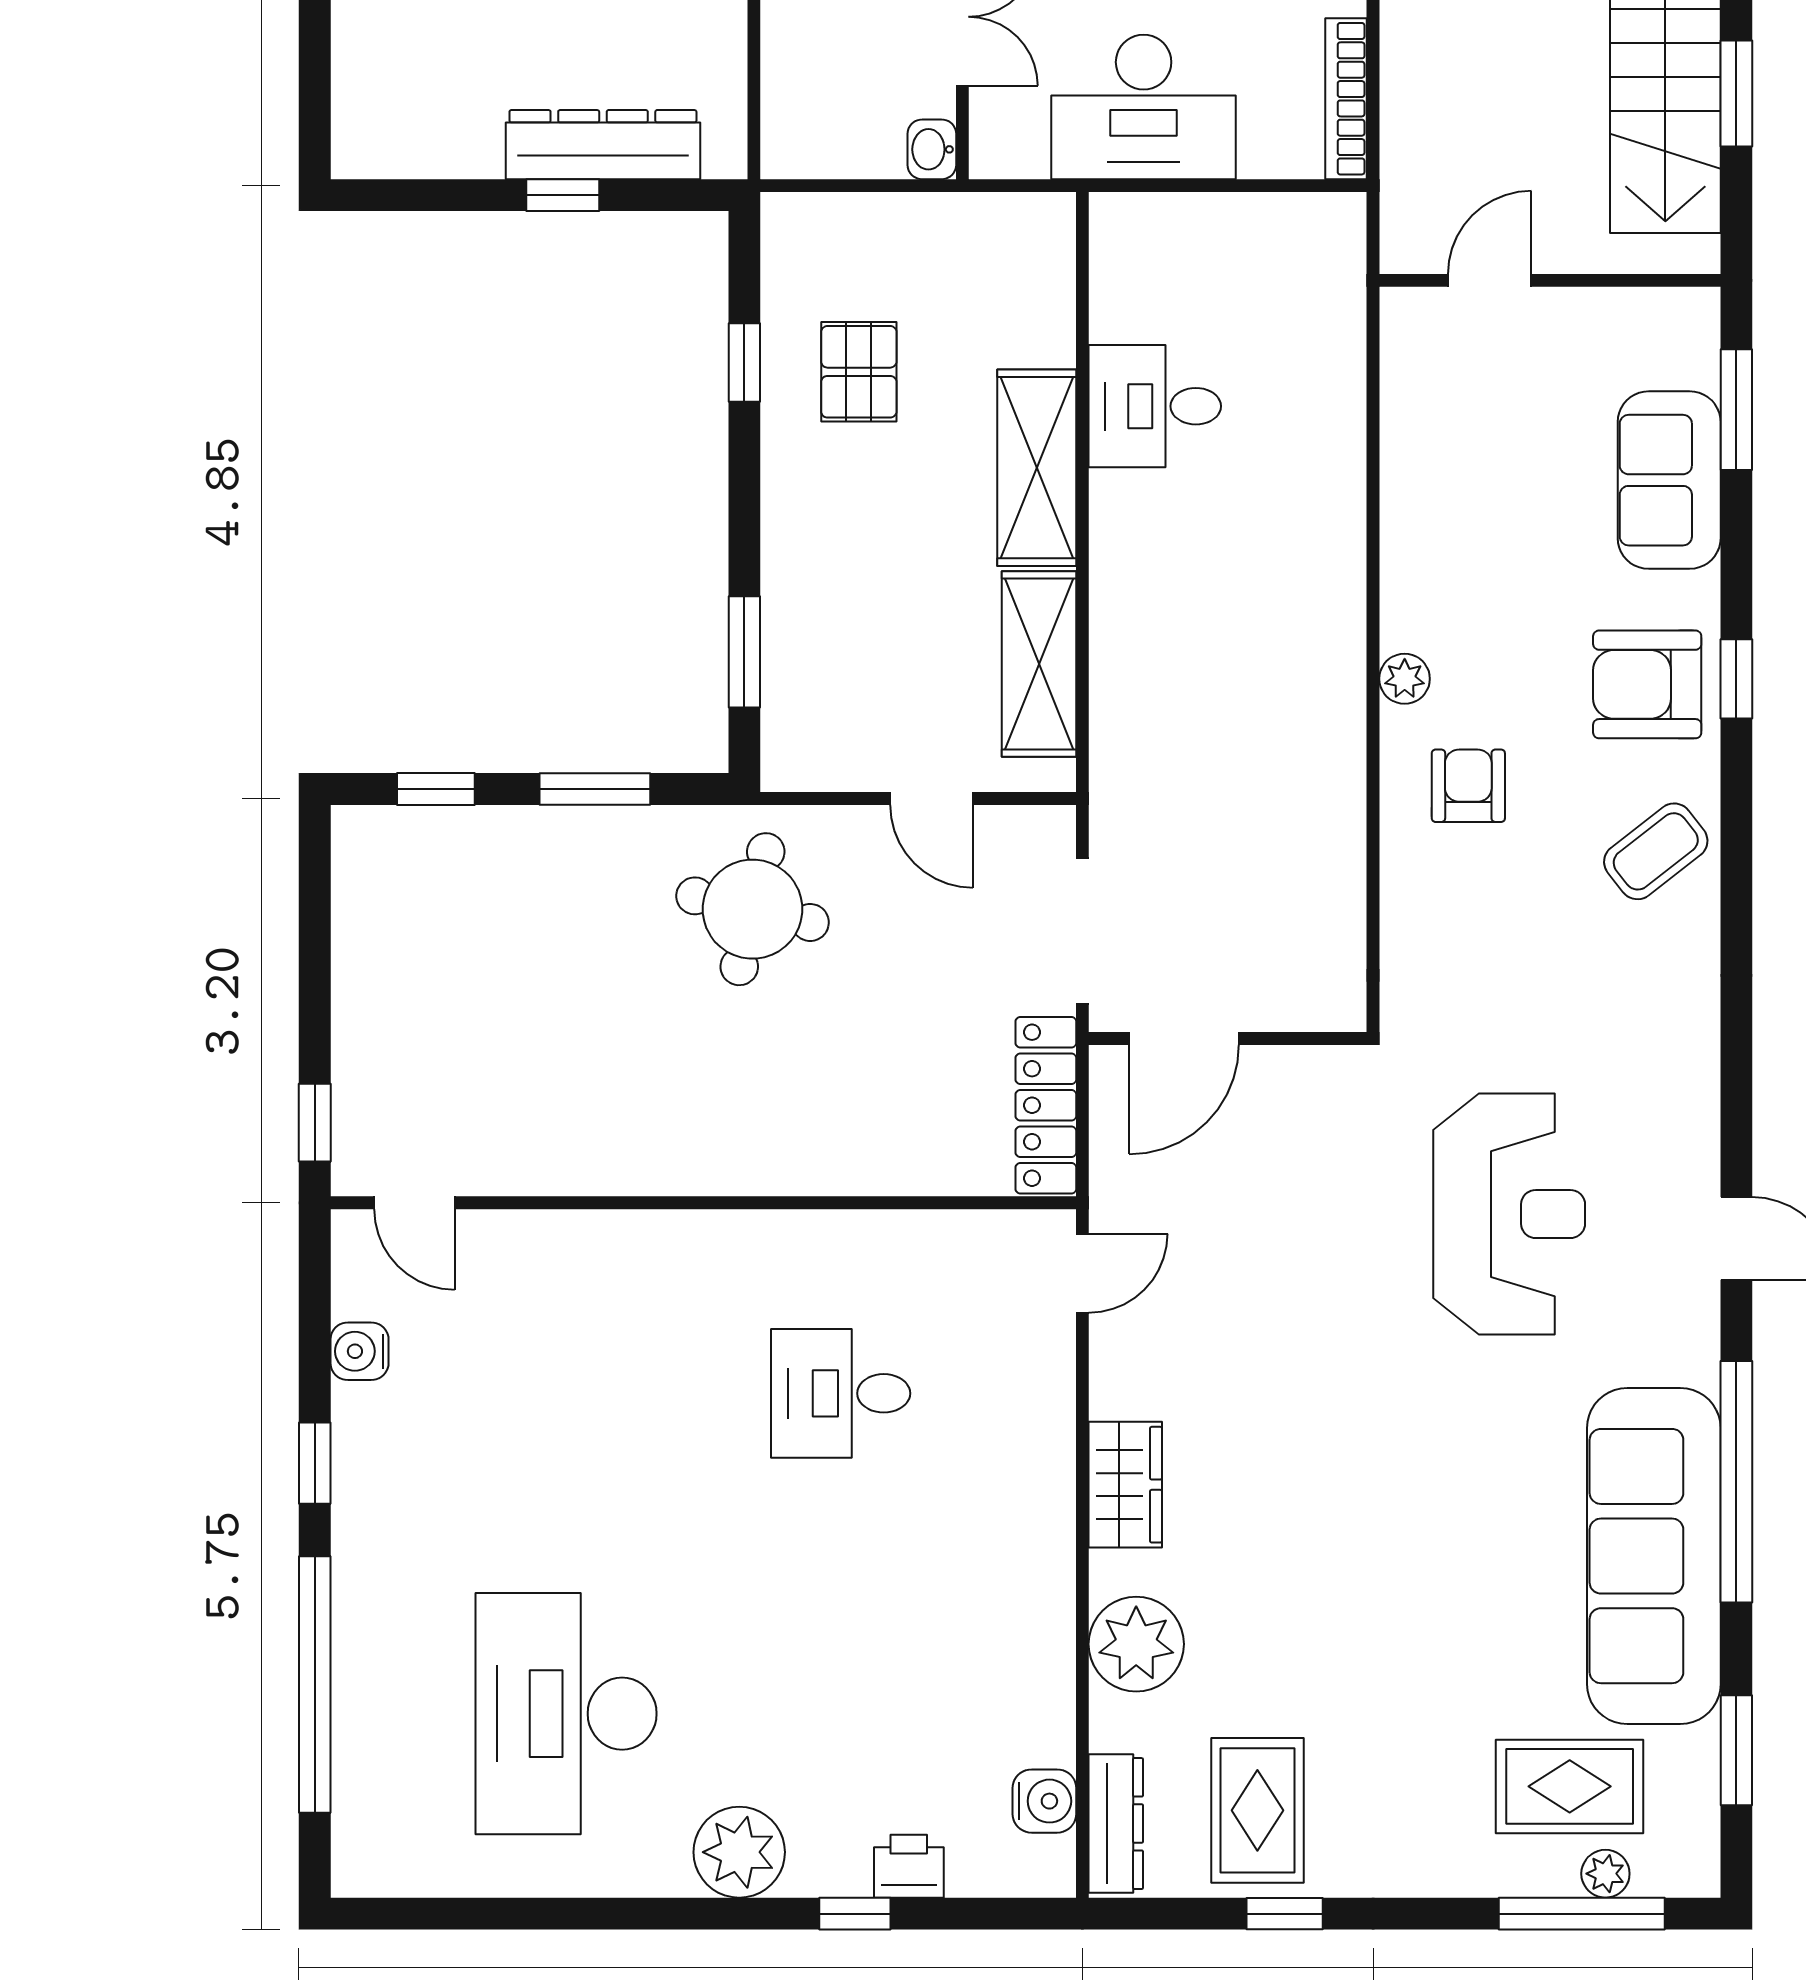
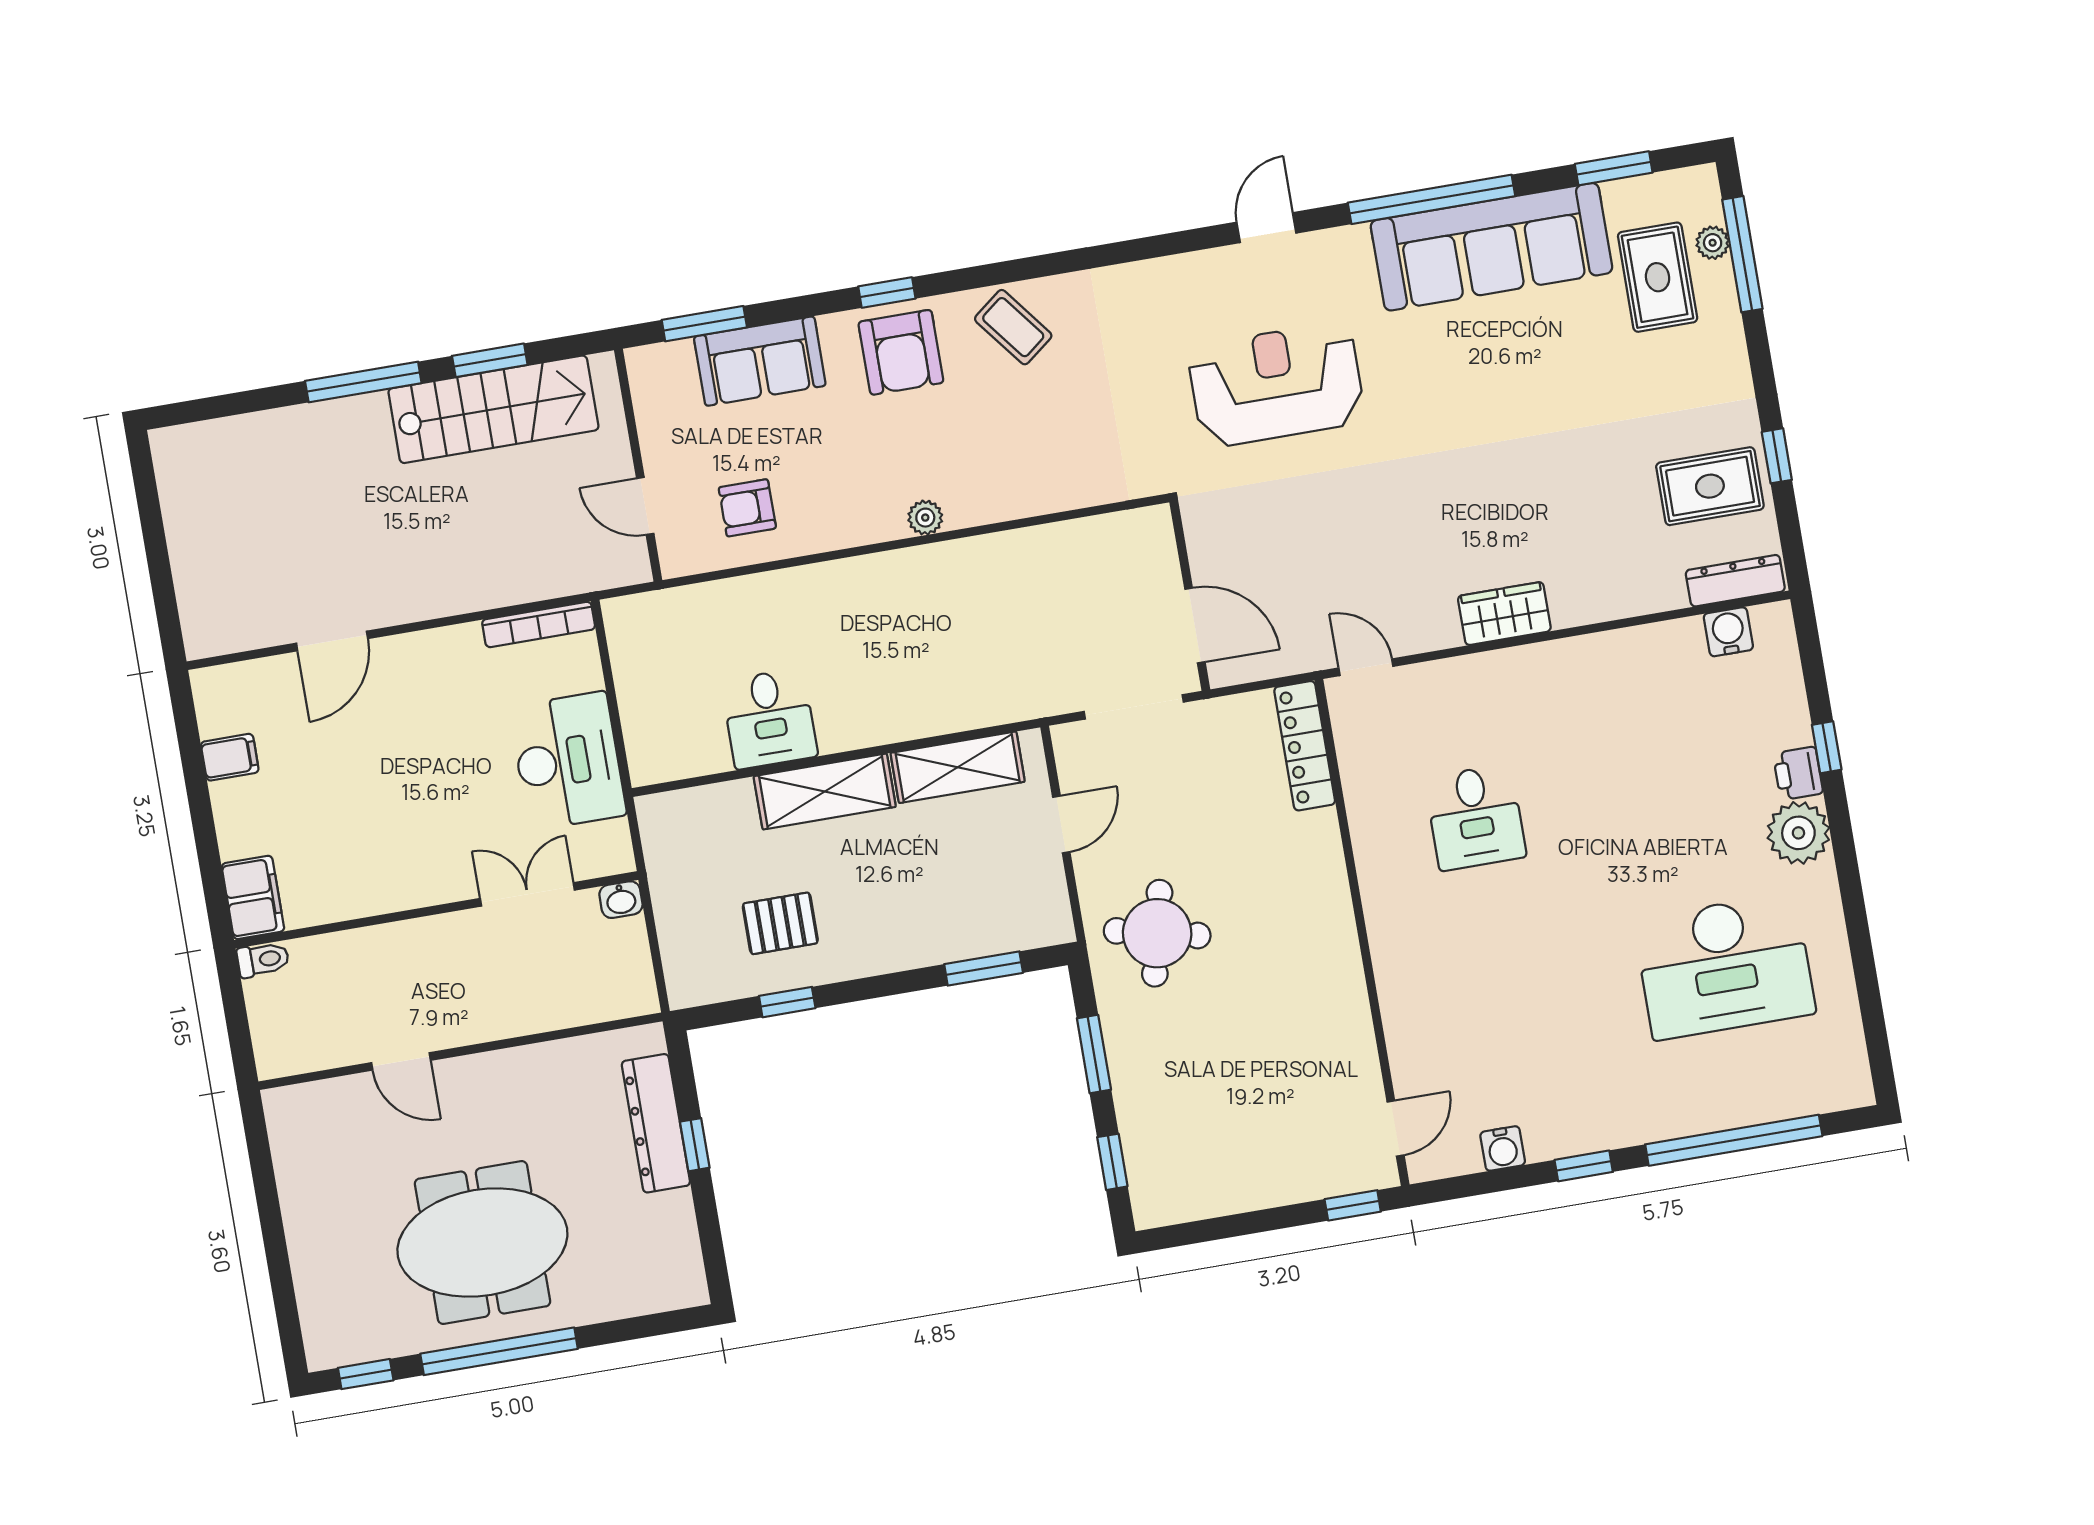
armchair: (1468, 786) -> (747, 508), moved
locker: (1046, 1105) -> (1305, 746), moved, turned 90
plant: (1136, 1644) -> (1611, 588), removed
printer: (909, 1866) -> (1798, 773), moved

